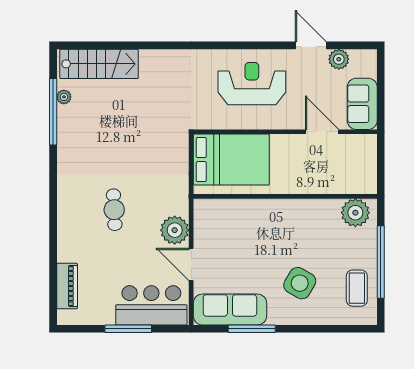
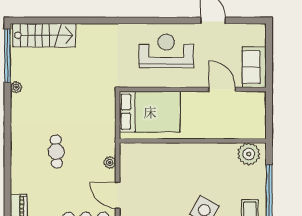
plant: (339, 59) -> (235, 31), removed
plant: (64, 97) -> (16, 87), moved
window: (53, 112) -> (8, 56), moved
plant: (175, 230) -> (110, 163), width x0.53, depth x0.53

